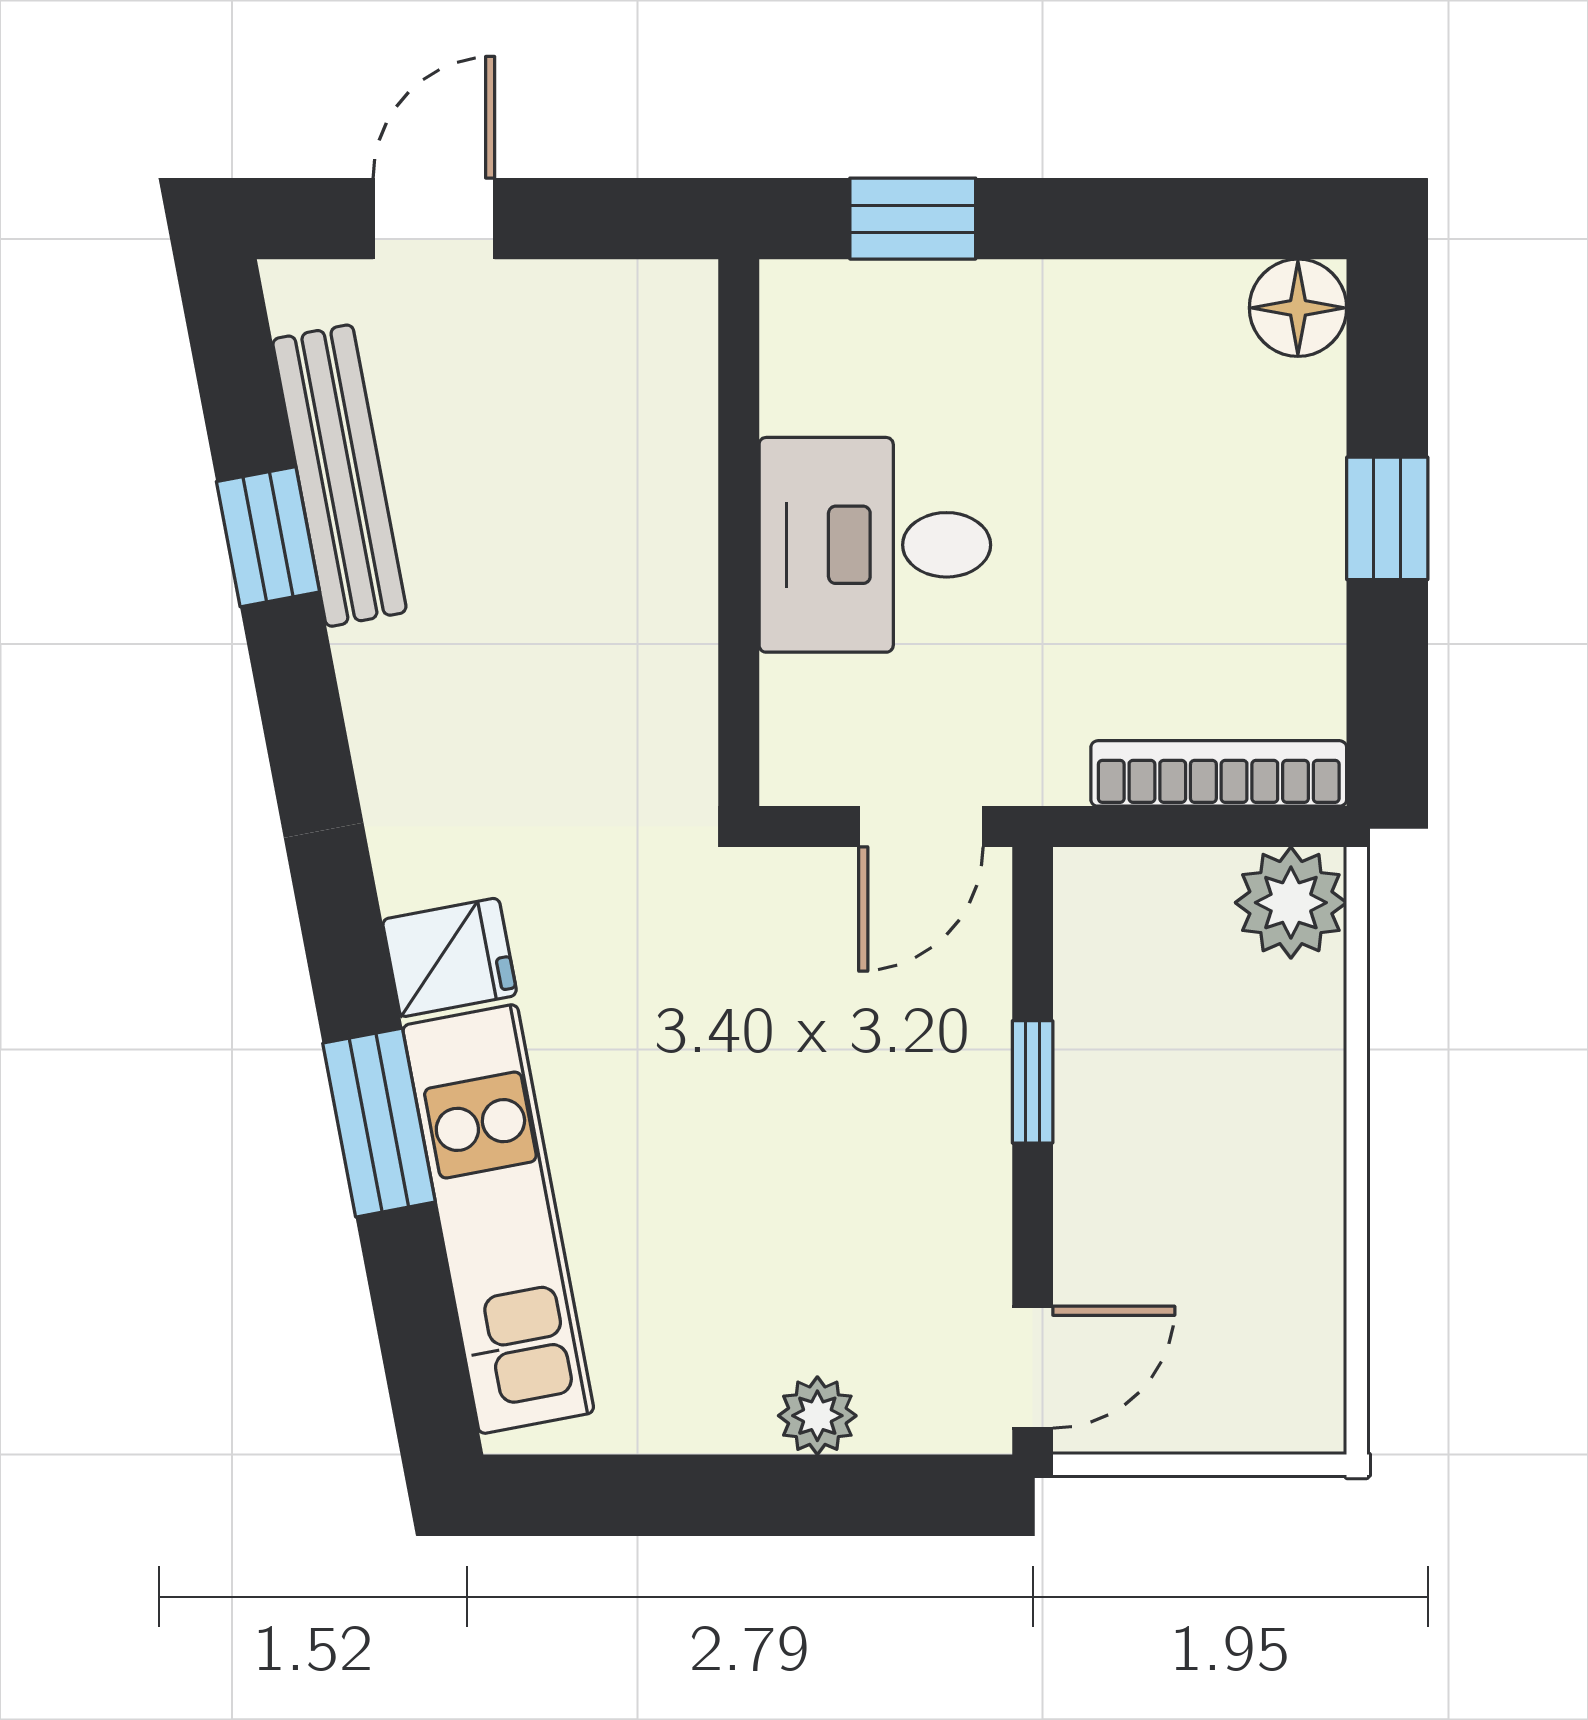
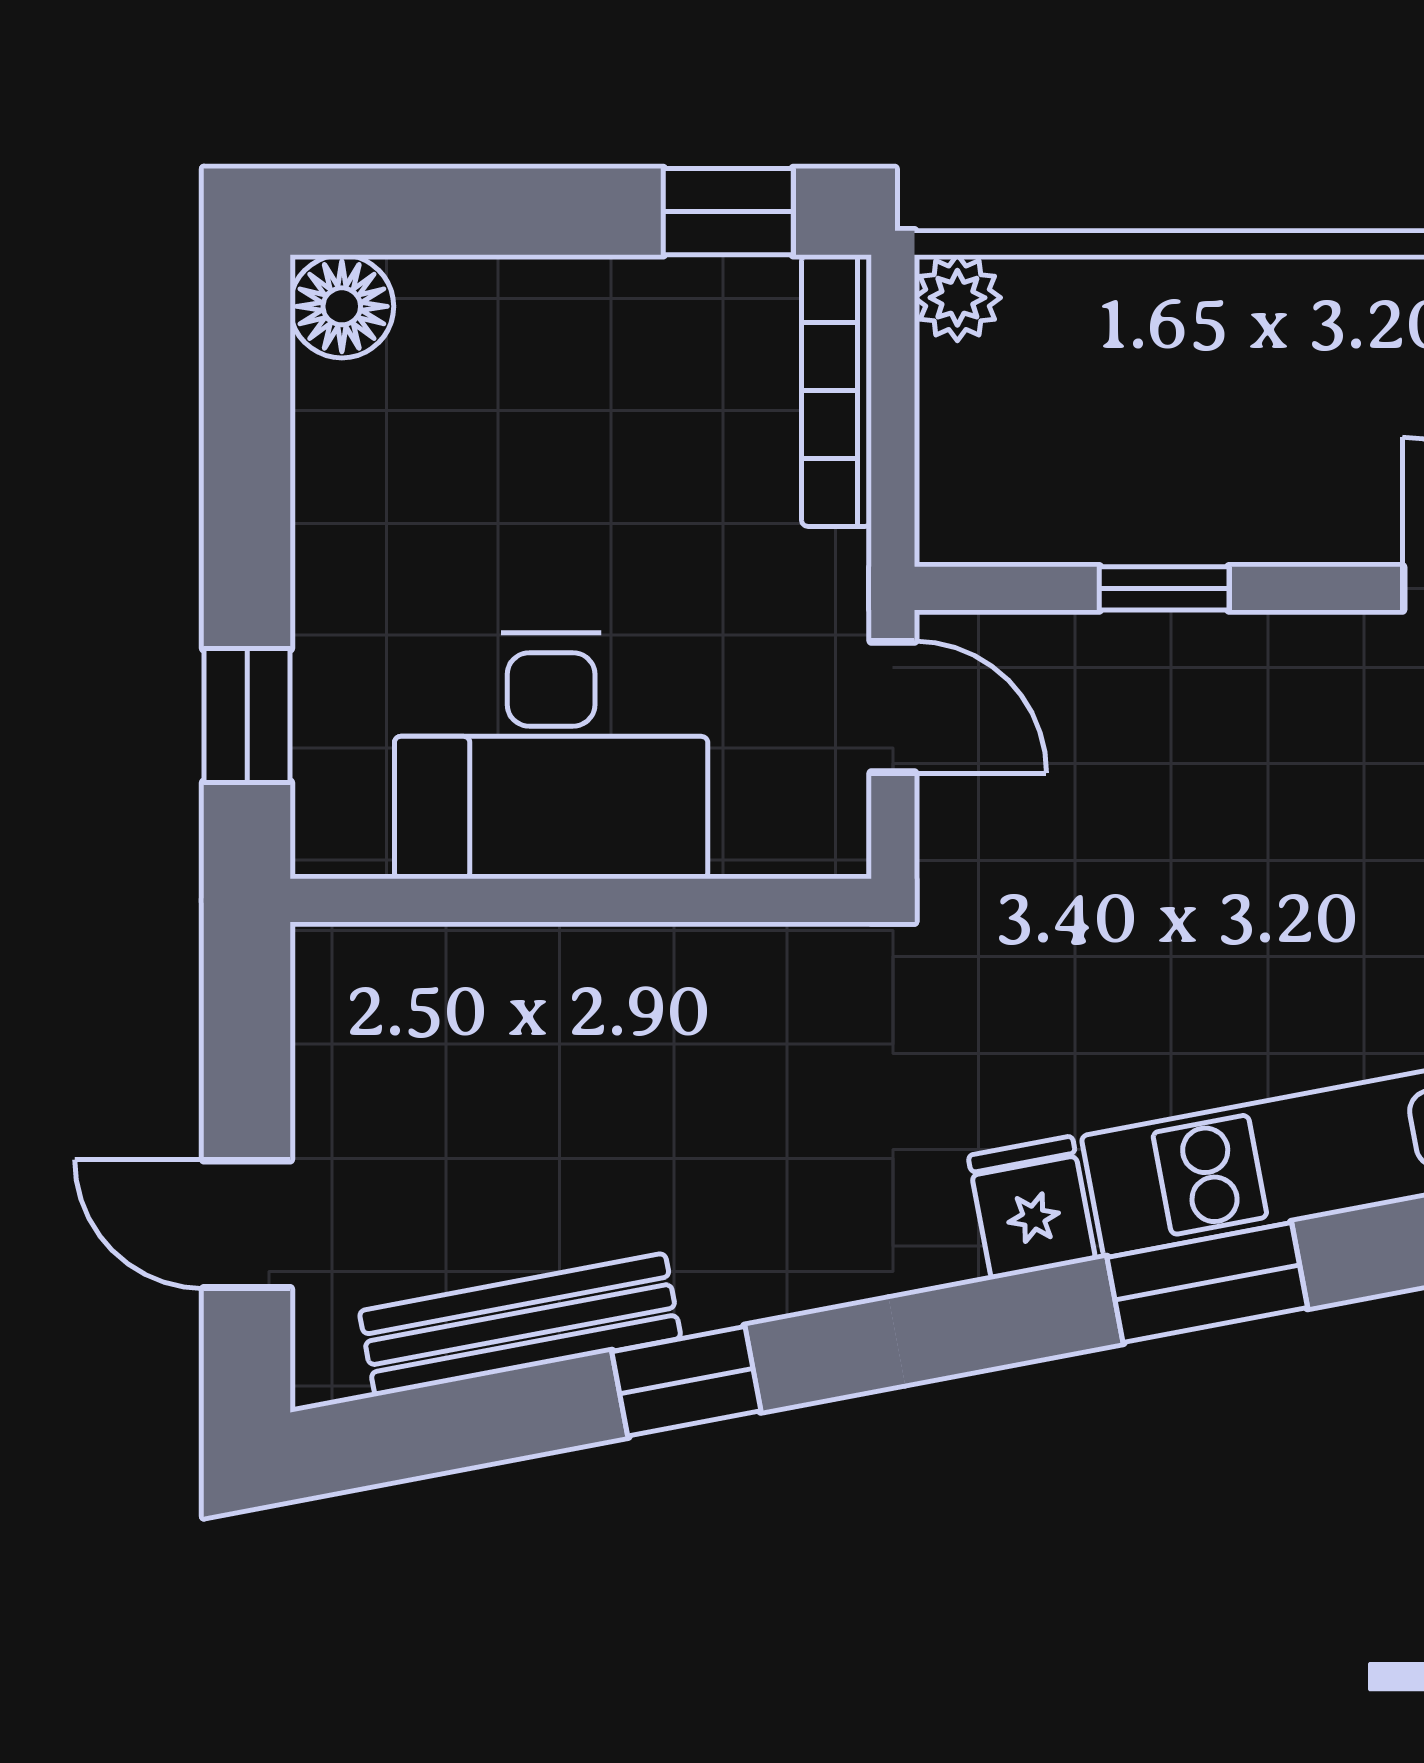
window: (1387, 518) -> (728, 212), moved
window: (268, 537) -> (686, 1381), moved
desk: (875, 545) -> (551, 756), width x1.37
plant: (1291, 903) -> (957, 298), width x0.73, depth x0.73

